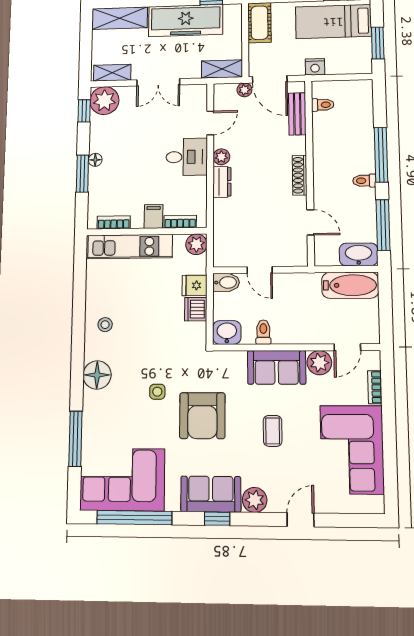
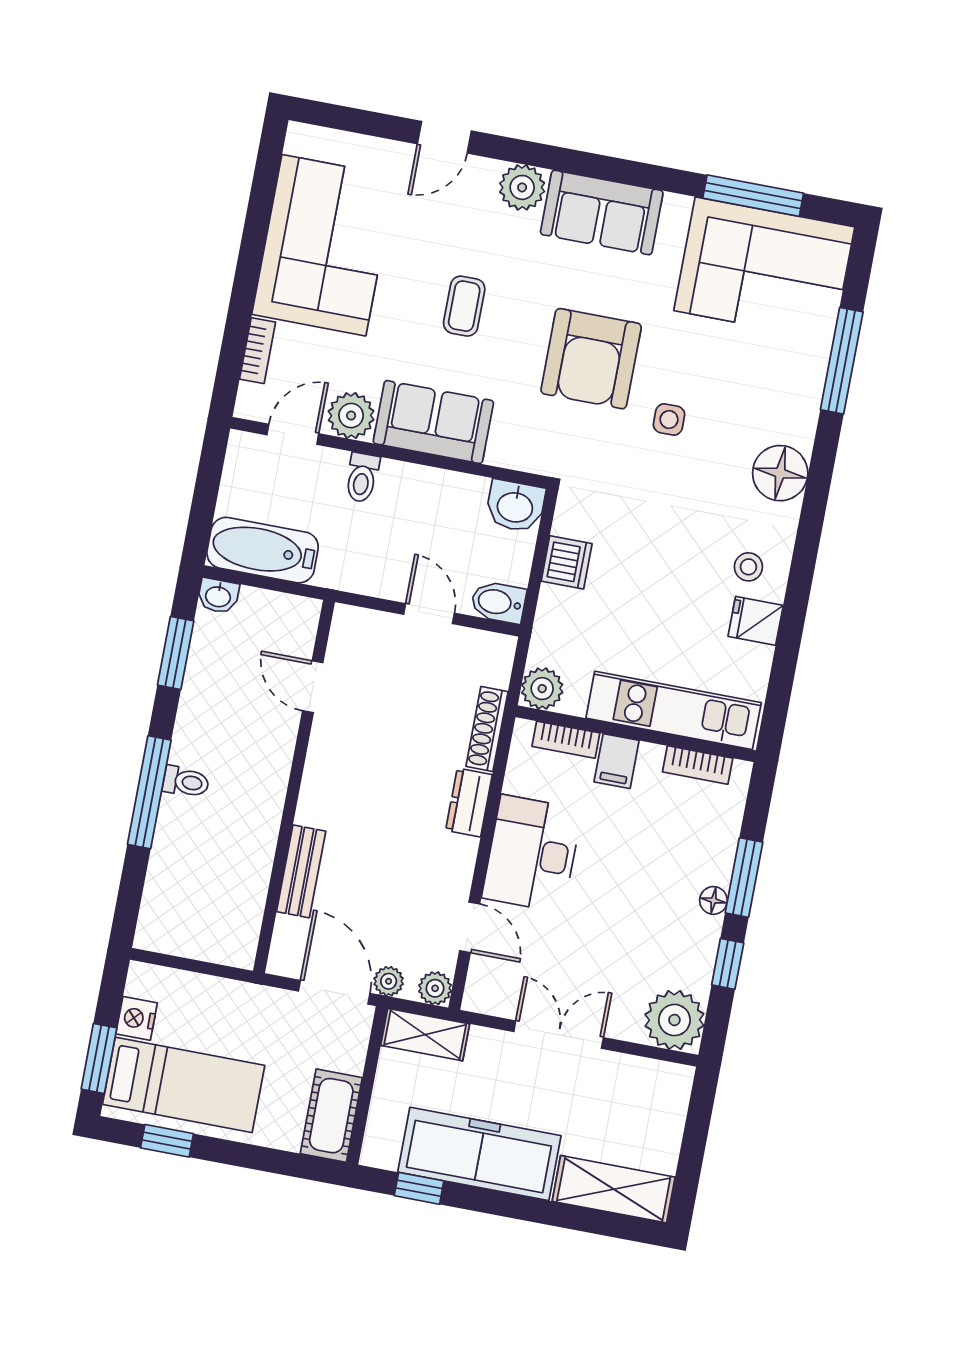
window: (378, 43) -> (99, 1058), moved
nightstand: (315, 67) -> (137, 1018), moved, turned -90
shelving: (112, 73) -> (649, 1075), removed
toilet: (323, 105) -> (241, 917), removed
window: (84, 111) -> (728, 964), moved
bench: (297, 114) -> (301, 871), moved
door: (210, 123) -> (470, 927), swing flipped
desk: (187, 157) -> (532, 854), width x1.37
plant: (221, 157) -> (435, 988), moved
shoe rack: (300, 175) -> (487, 729), moved, turned 180
toilet: (364, 181) -> (186, 782), moved
window: (383, 225) -> (176, 653), width x0.69
washbasin: (359, 254) -> (218, 596), width x0.52, depth x0.69
fridge: (195, 285) -> (756, 621), moved, turned 180
toilet: (263, 332) -> (362, 478), moved
armchair: (202, 416) -> (591, 359), turned 180
window: (134, 518) -> (753, 196), width x0.68
window: (217, 519) -> (598, 166), removed

